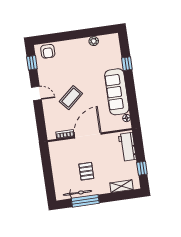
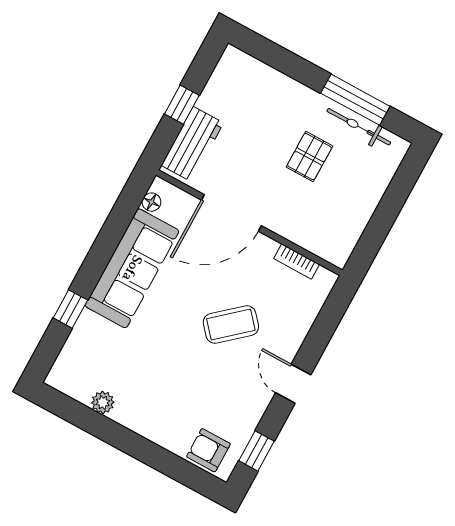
armchair: (48, 51) -> (208, 450), turned -90
door: (88, 135) -> (231, 213), moved
window: (142, 168) -> (182, 105), moved
shelving: (121, 186) -> (262, 75), removed

